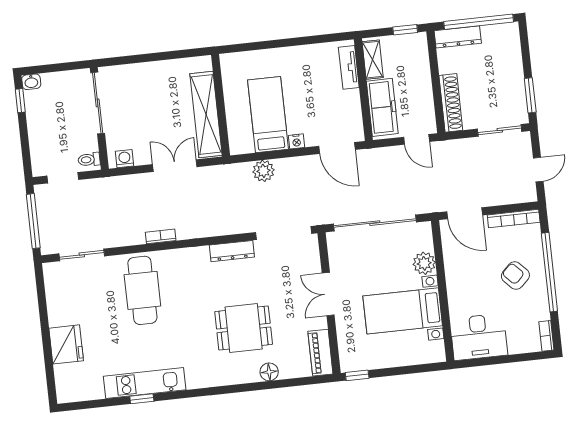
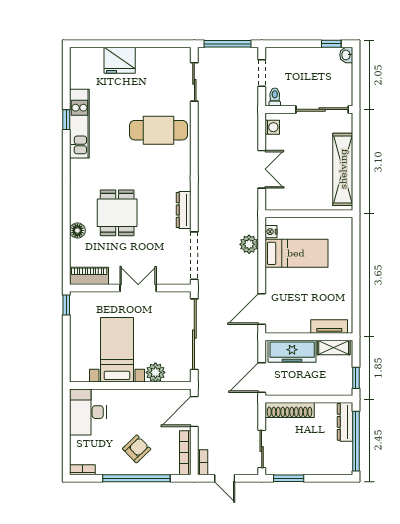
shelving: (206, 115) -> (343, 169), moved, turned 90
door: (417, 139) -> (262, 377), width x1.38
nightstand: (297, 141) -> (271, 232), moved
bookcase: (161, 236) -> (203, 462), moved

